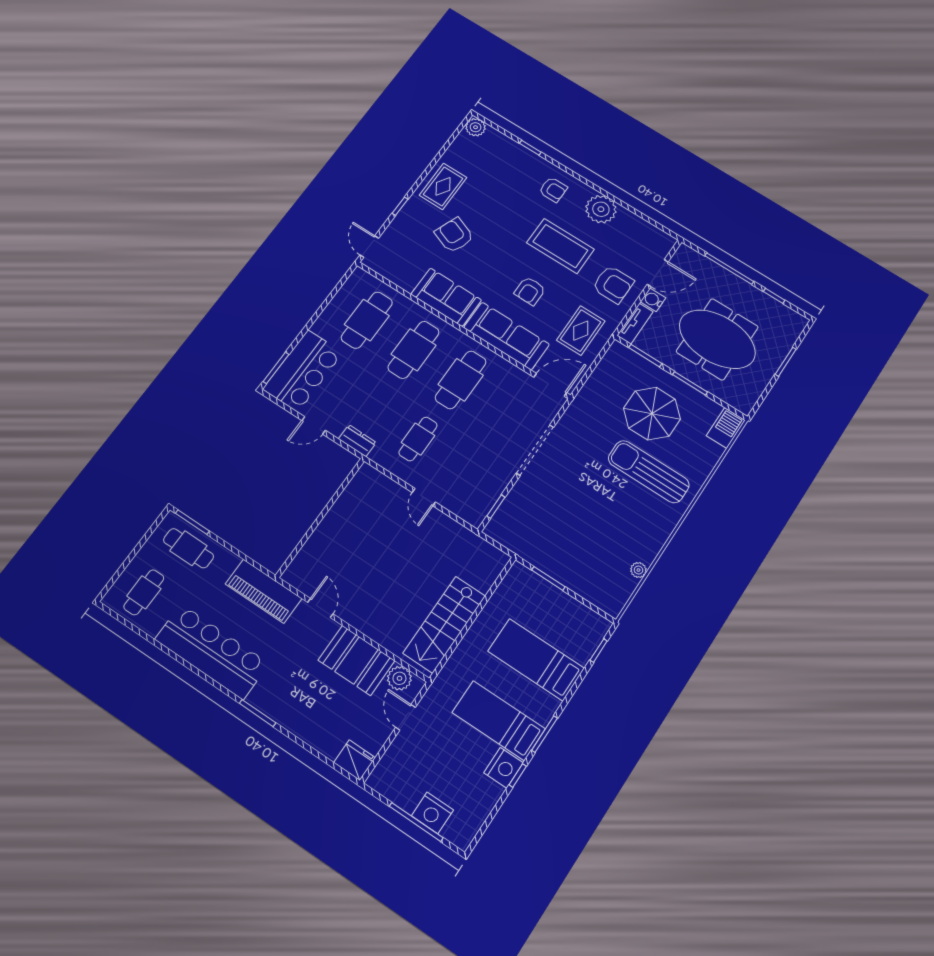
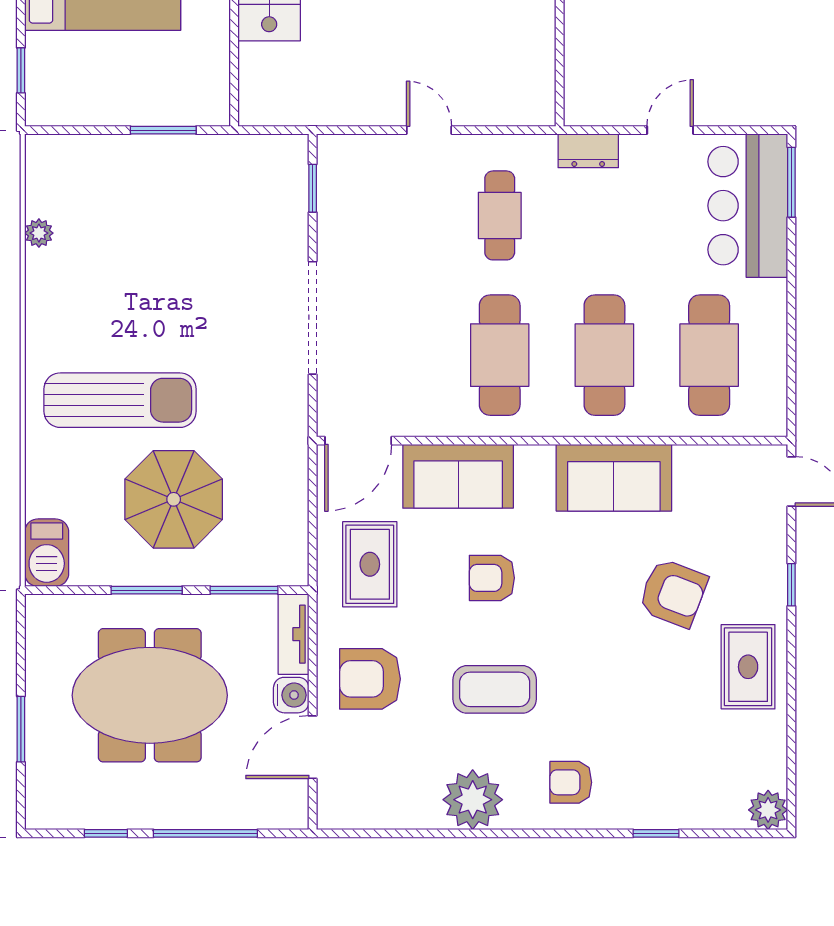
coffee table: (560, 246) -> (495, 689), width x0.73, depth x0.76
armchair: (530, 291) -> (492, 578), turned -90
sofa: (507, 336) -> (458, 476), width x0.73

